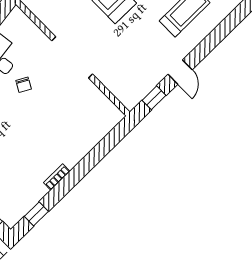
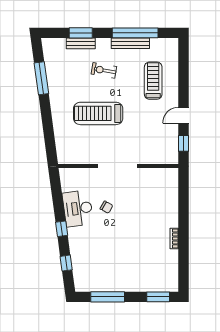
door: (180, 72) -> (183, 115), swing flipped
window: (36, 214) -> (183, 269), removed

